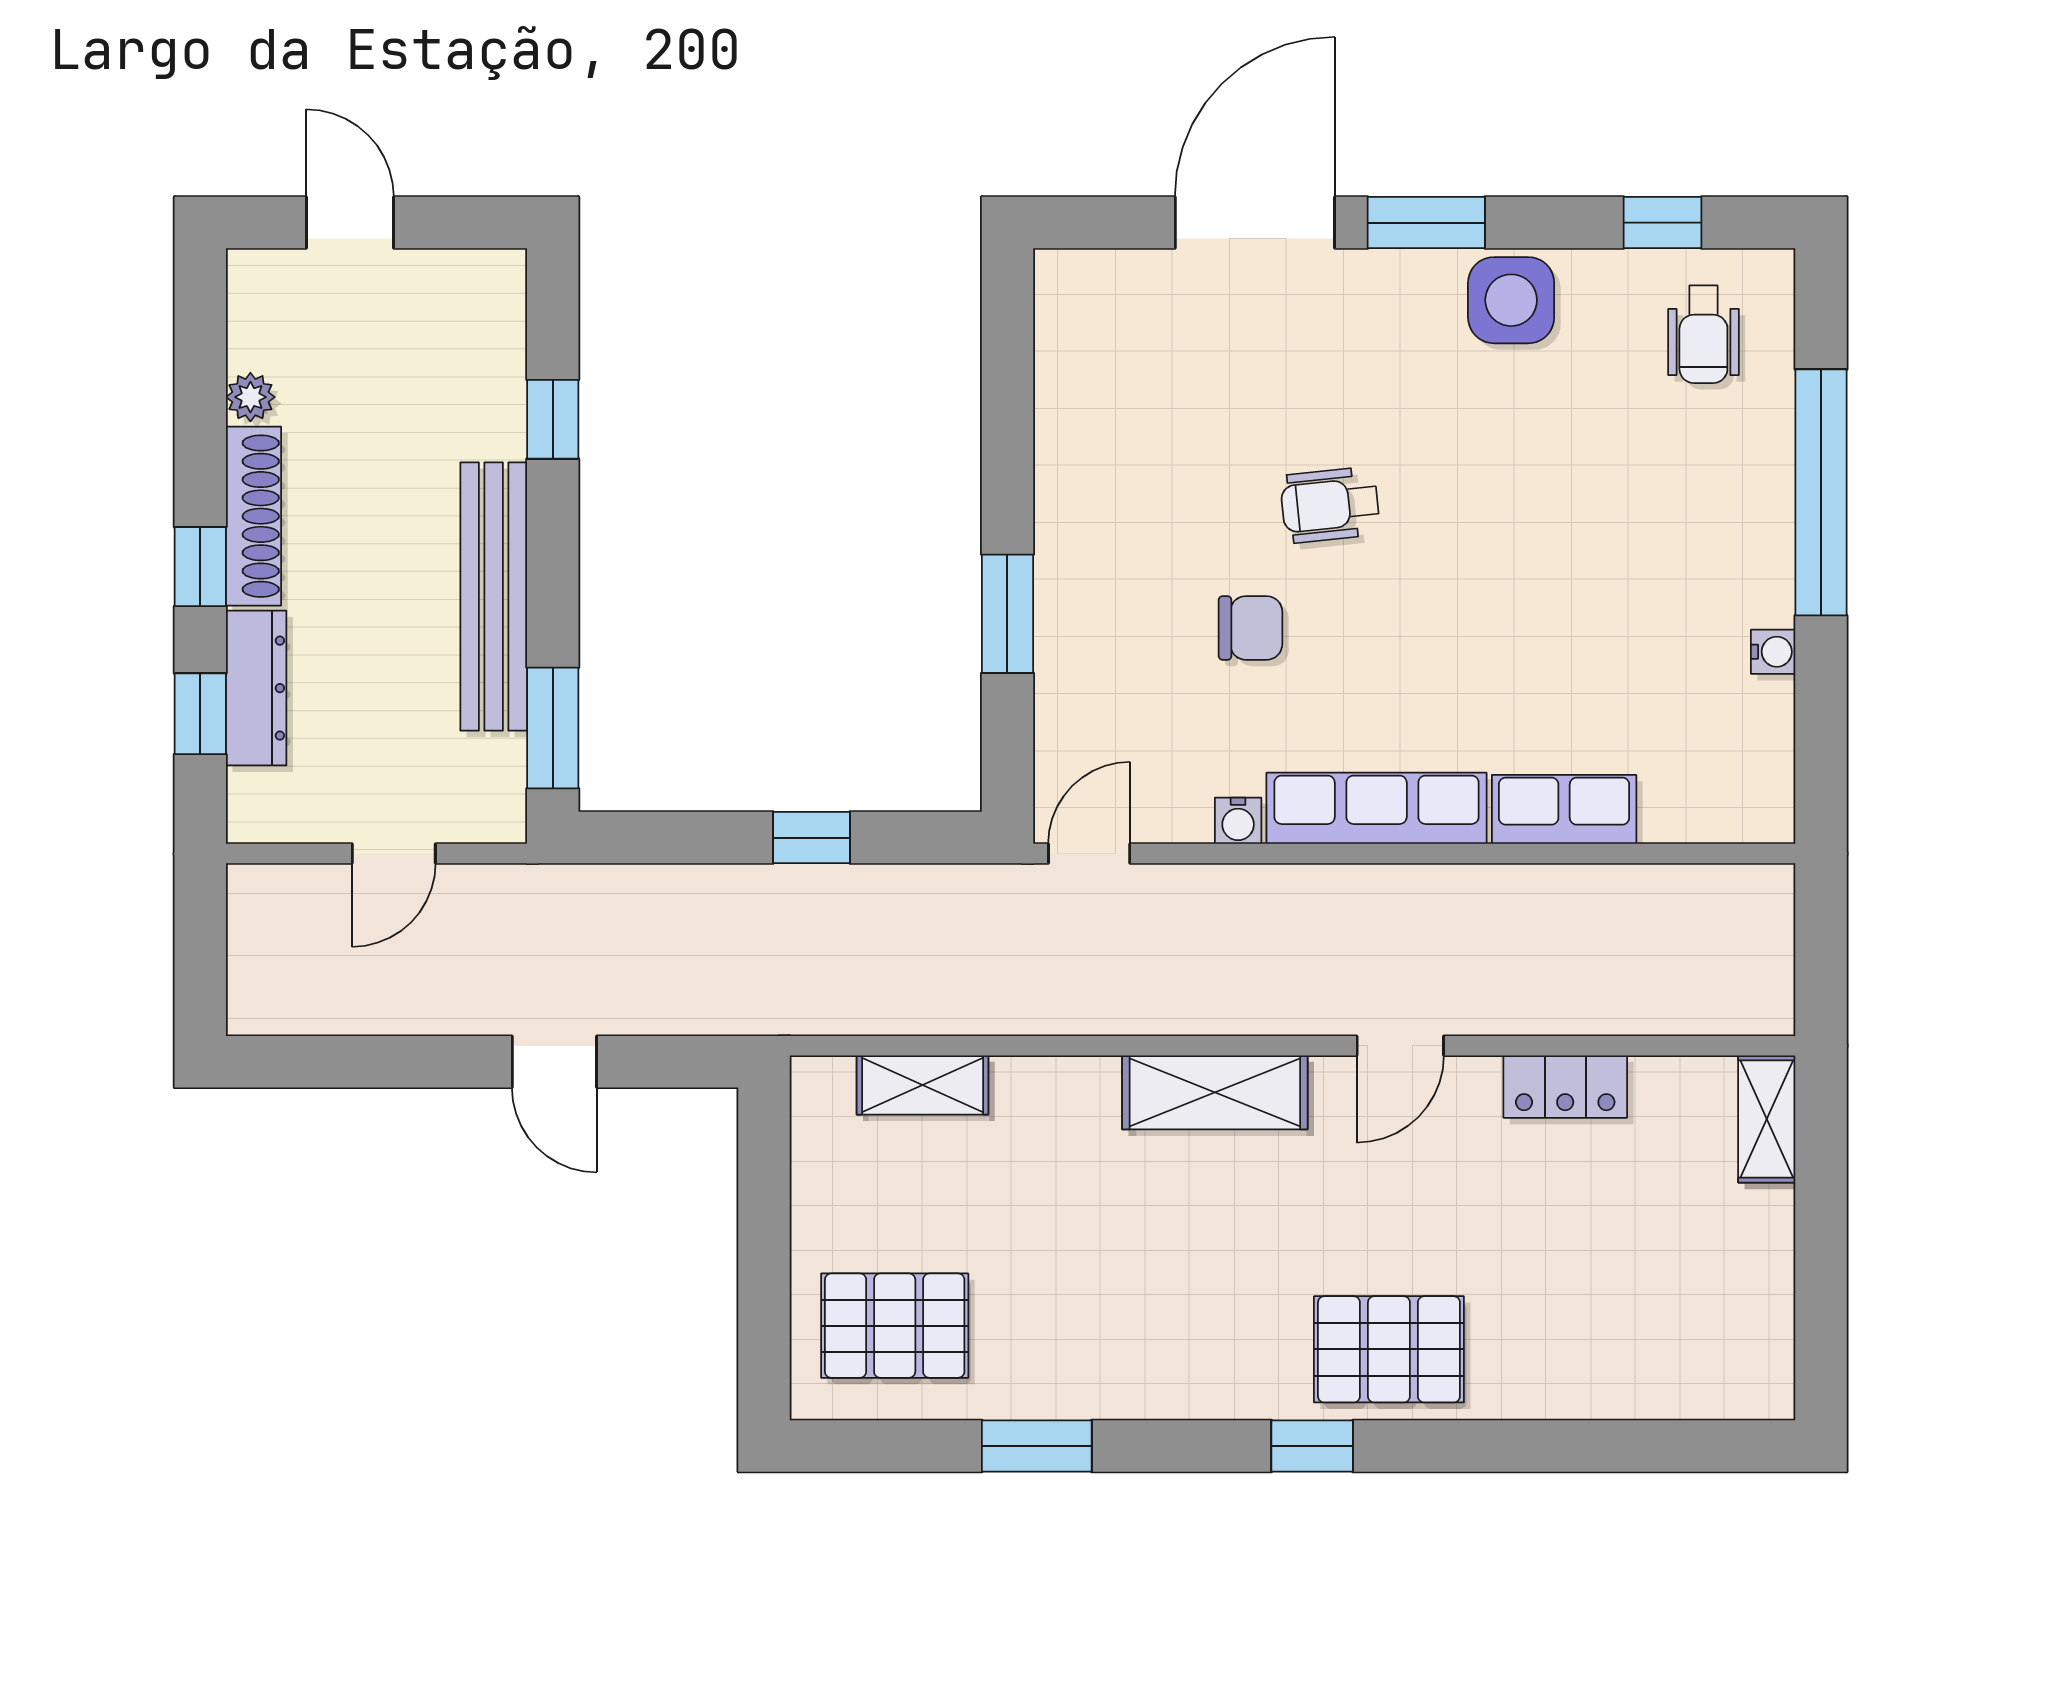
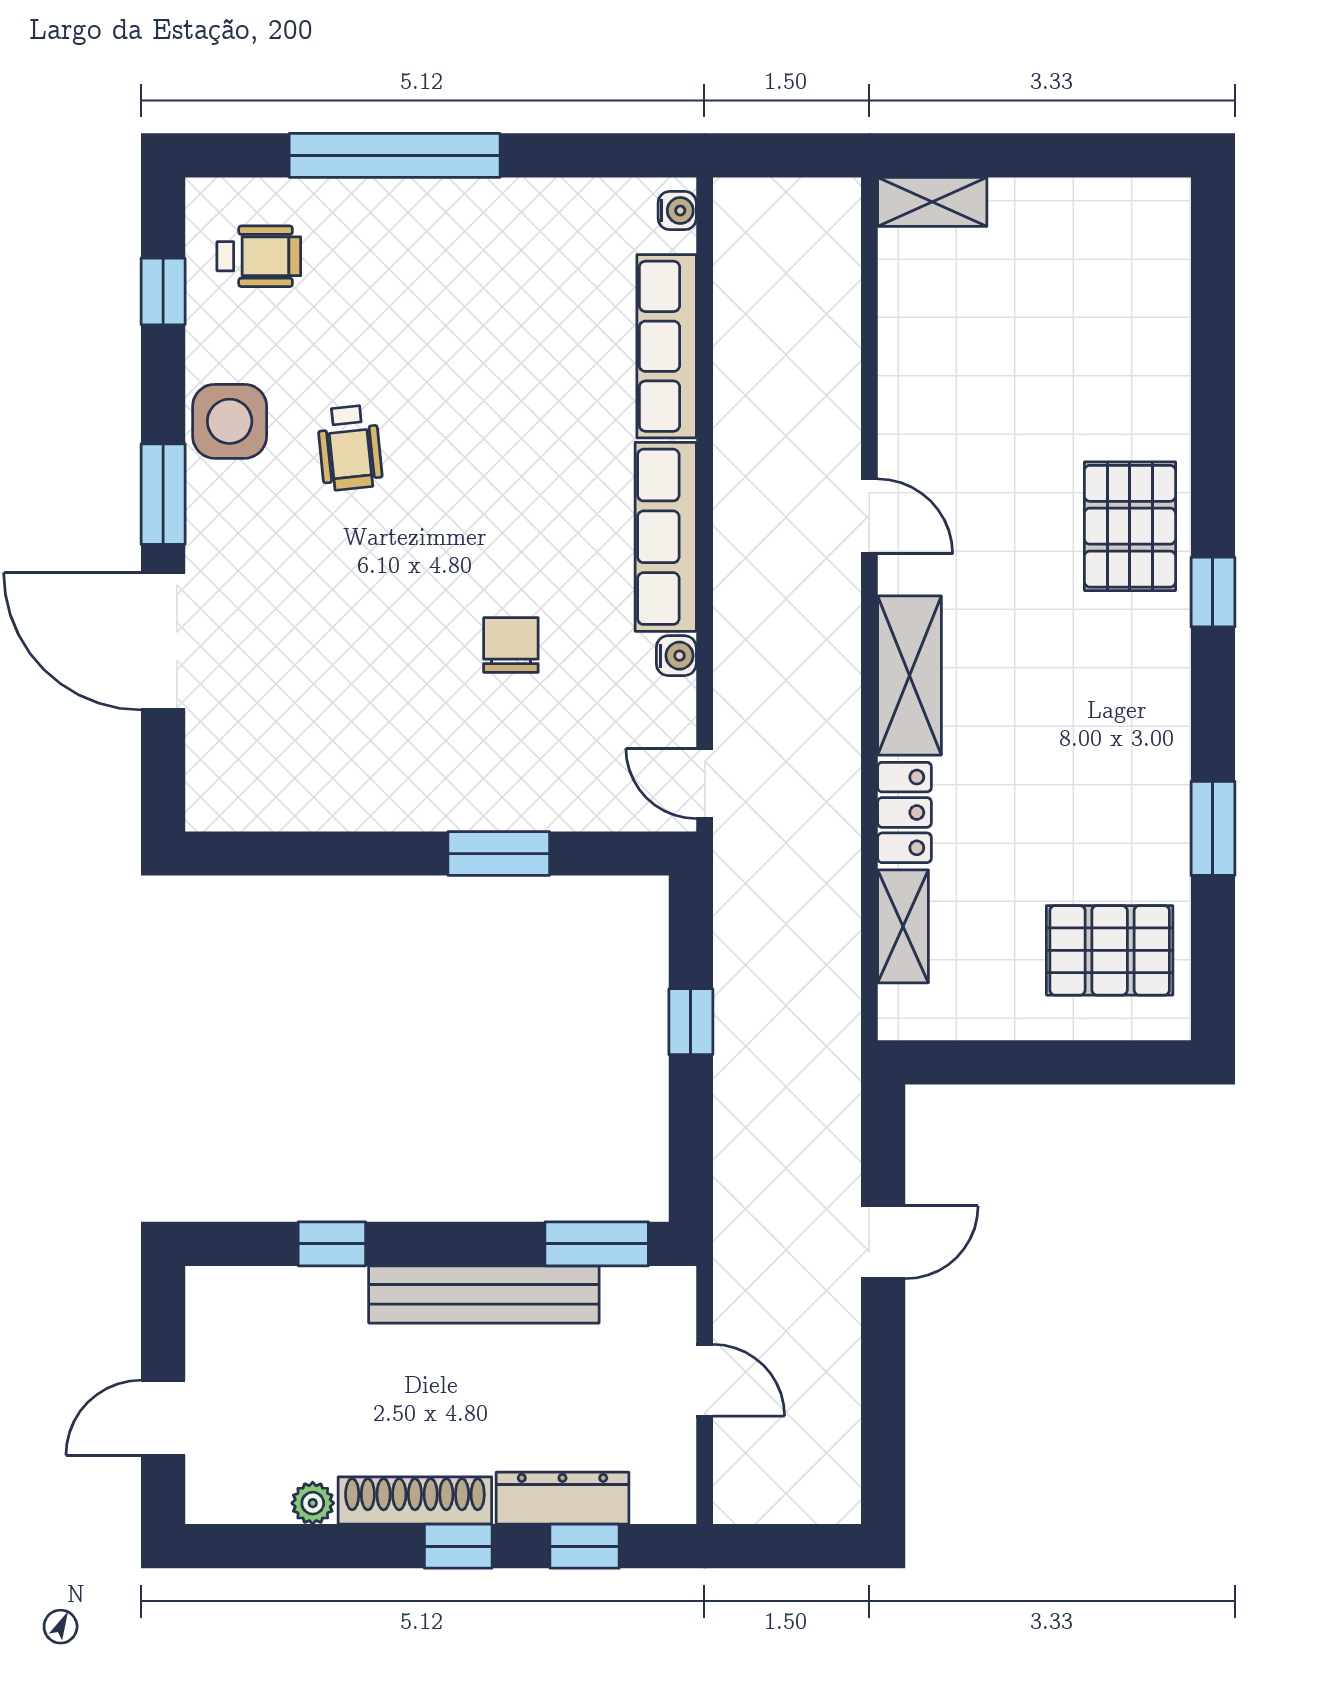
wheelchair: (1330, 505) -> (350, 448), moved
water cooler: (1773, 652) -> (677, 211), moved, turned 90
row of seats: (1564, 809) -> (667, 346), width x1.48
locker: (1565, 1087) -> (904, 812), moved
pallet: (895, 1326) -> (1110, 950), turned 90

